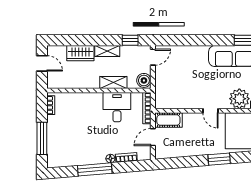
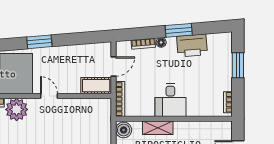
desk: (117, 107) -> (170, 100), moved
window: (42, 138) -> (238, 65), width x0.69
printer: (83, 156) -> (192, 45), added
window: (95, 169) -> (179, 30), width x0.69

